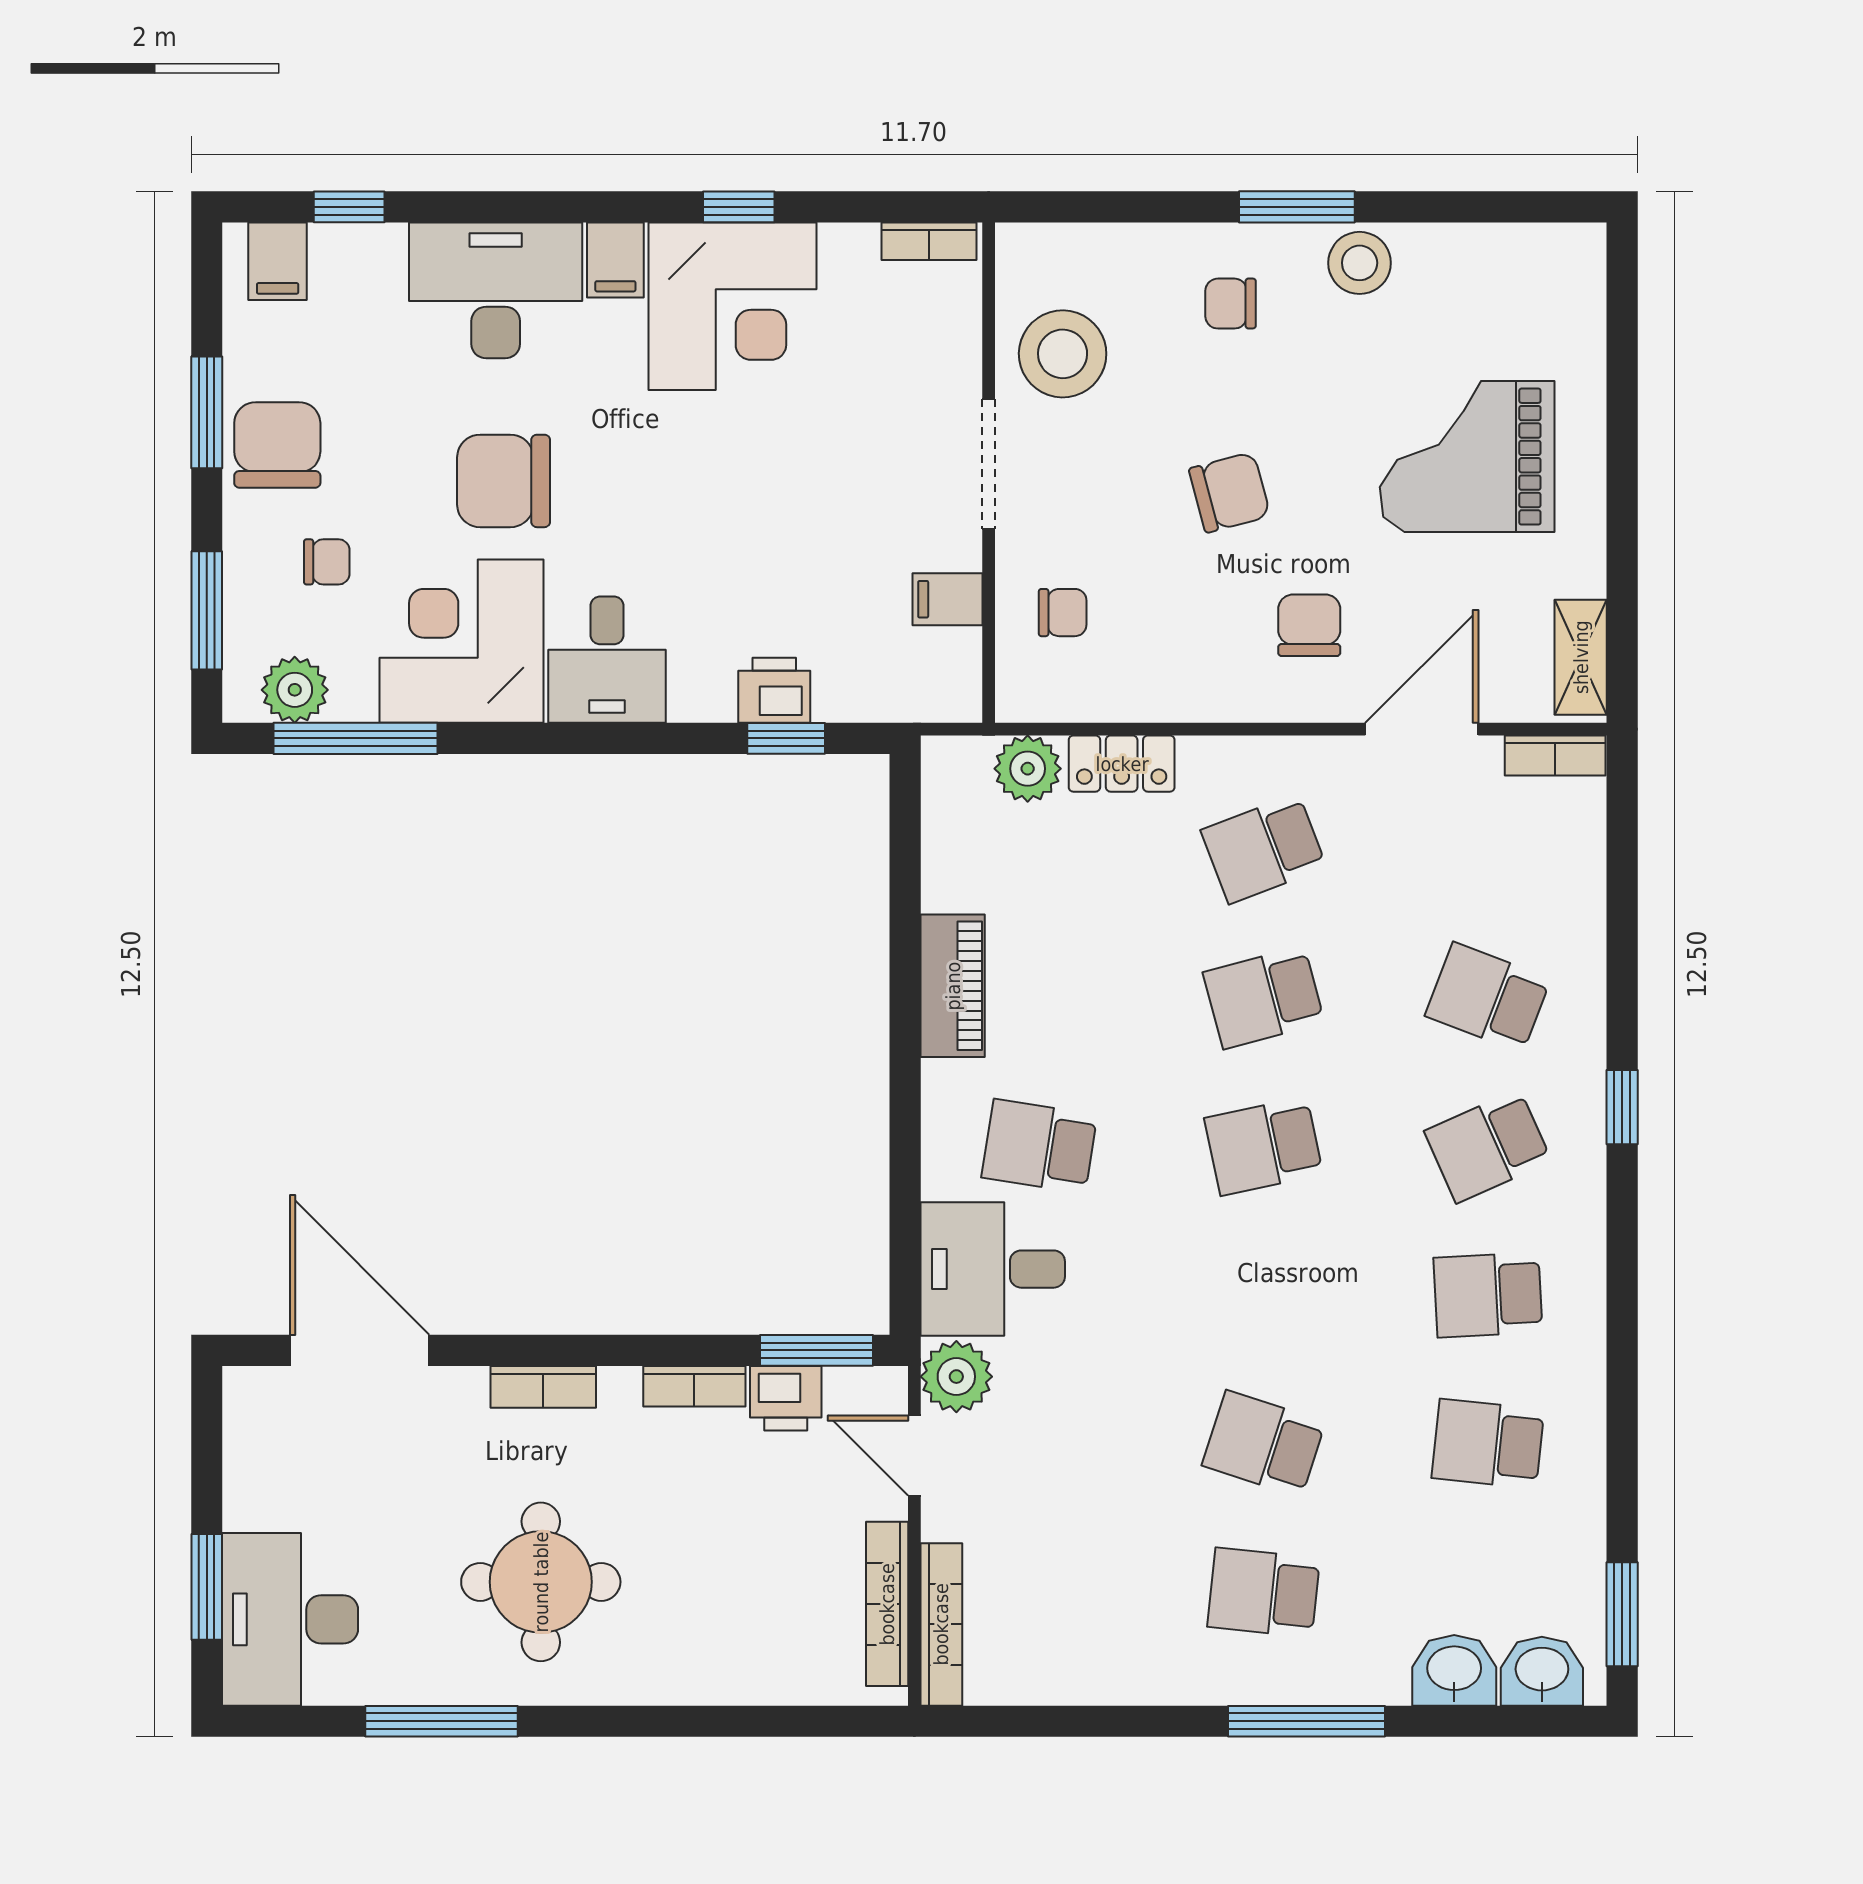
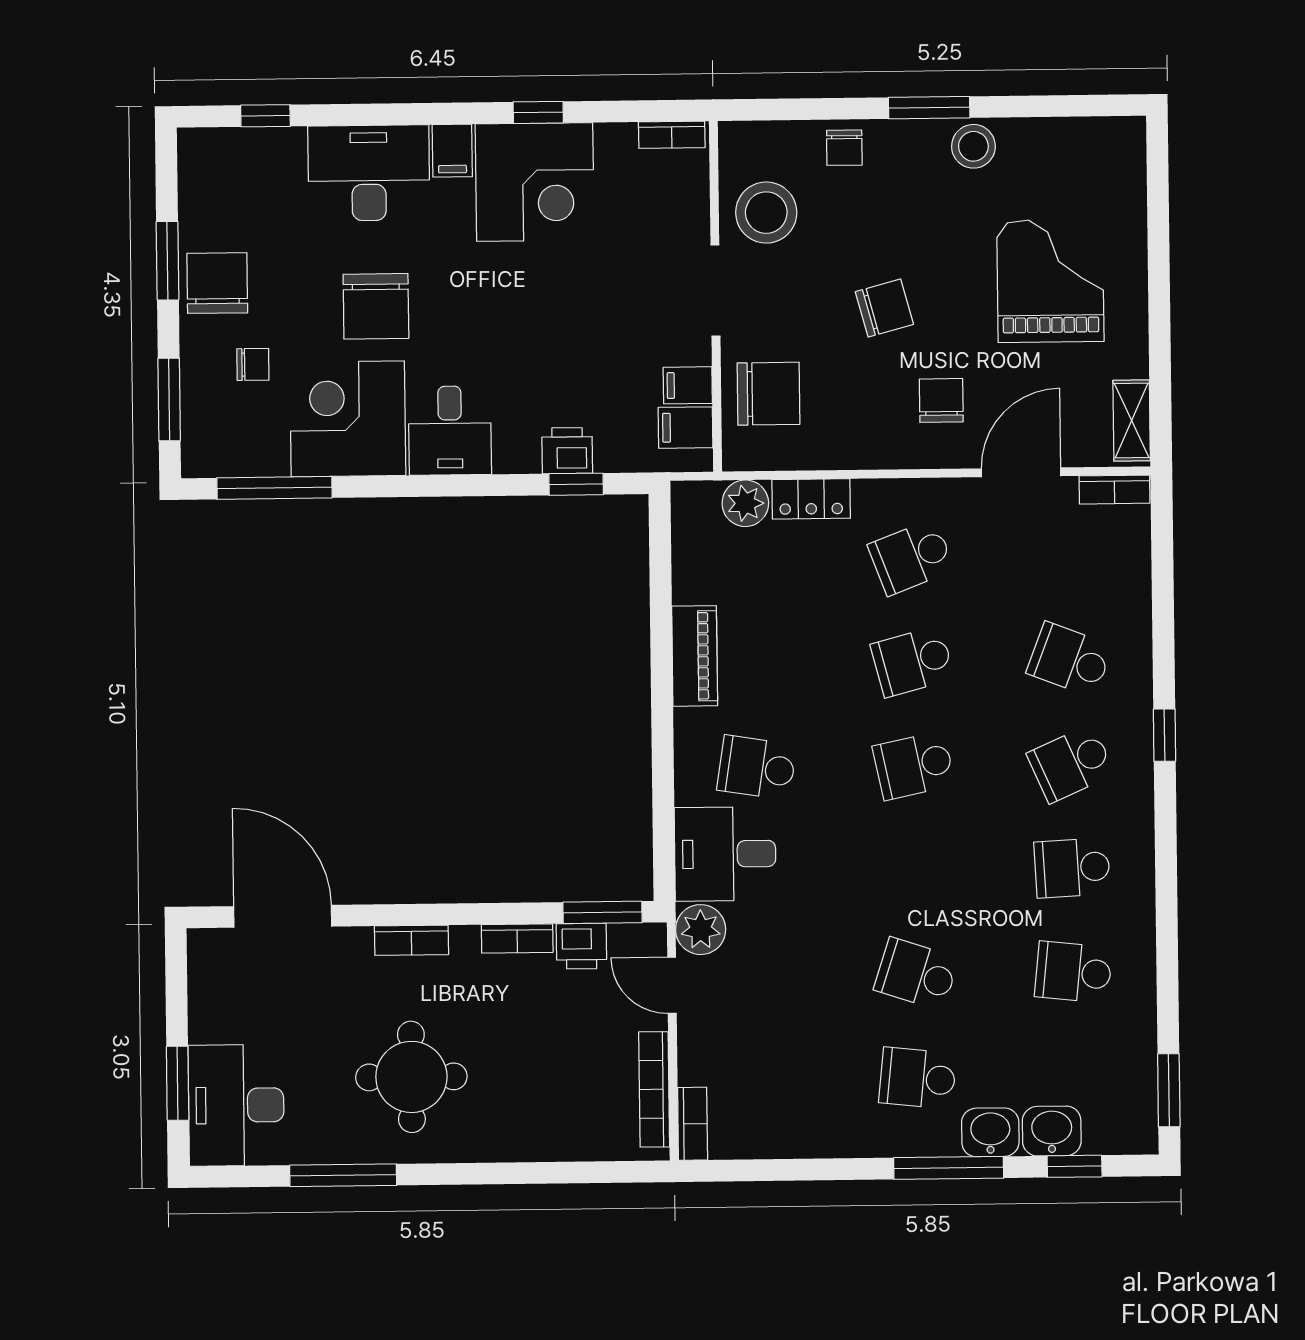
filing cabinet: (278, 261) -> (686, 428), moved, turned 90
chair: (1231, 304) -> (844, 148), moved, turned -90
grand piano: (1467, 457) -> (1050, 281), turned 90
chair: (504, 481) -> (376, 306), turned -90
chair: (1063, 613) -> (769, 394), width x1.87, depth x1.87
plant: (295, 690) -> (231, 454), removed
bookcase: (941, 1624) -> (693, 1124), width x0.64
washbasin: (1542, 1671) -> (990, 1132), moved
window: (1486, 1721) -> (1075, 1166), added

